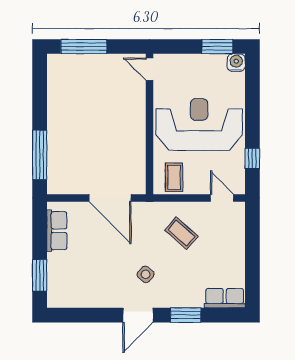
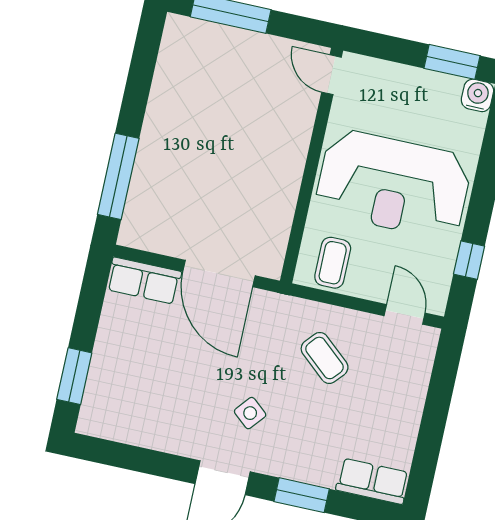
reception desk: (199, 124) -> (393, 184), turned 180
row of seats: (57, 231) -> (144, 281), moved, turned 90

